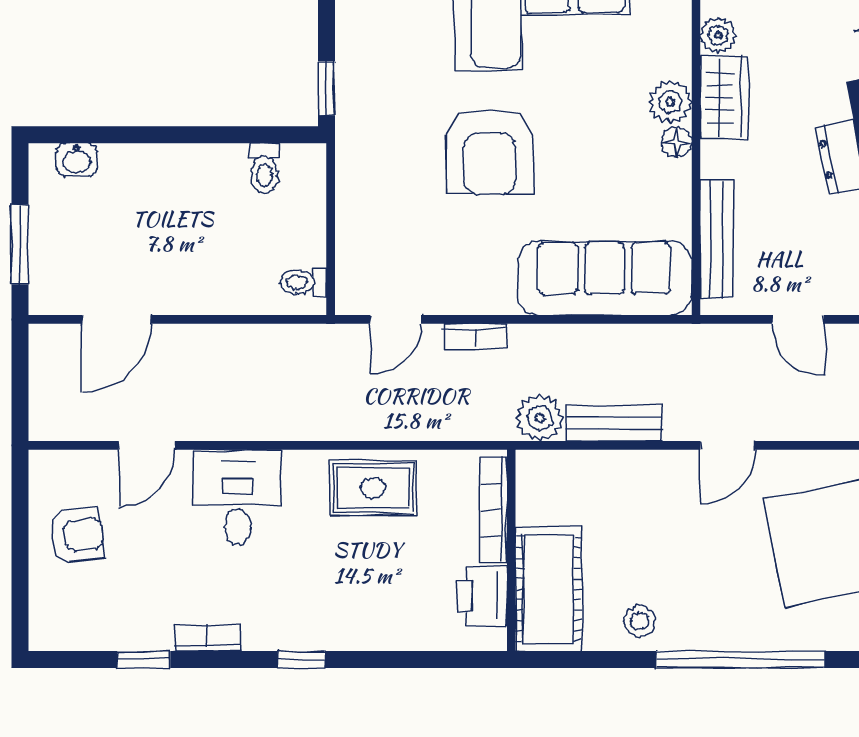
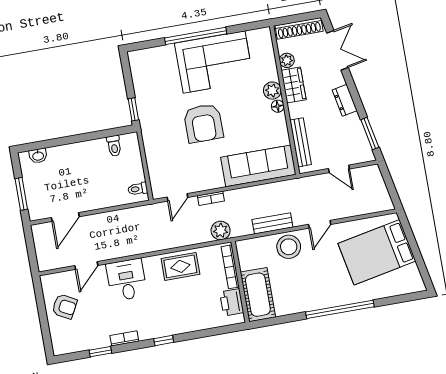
plant: (540, 418) -> (221, 231), moved
armchair: (76, 535) -> (65, 306), turned 35
stool: (640, 621) -> (289, 247), moved, width x1.89, depth x1.89

